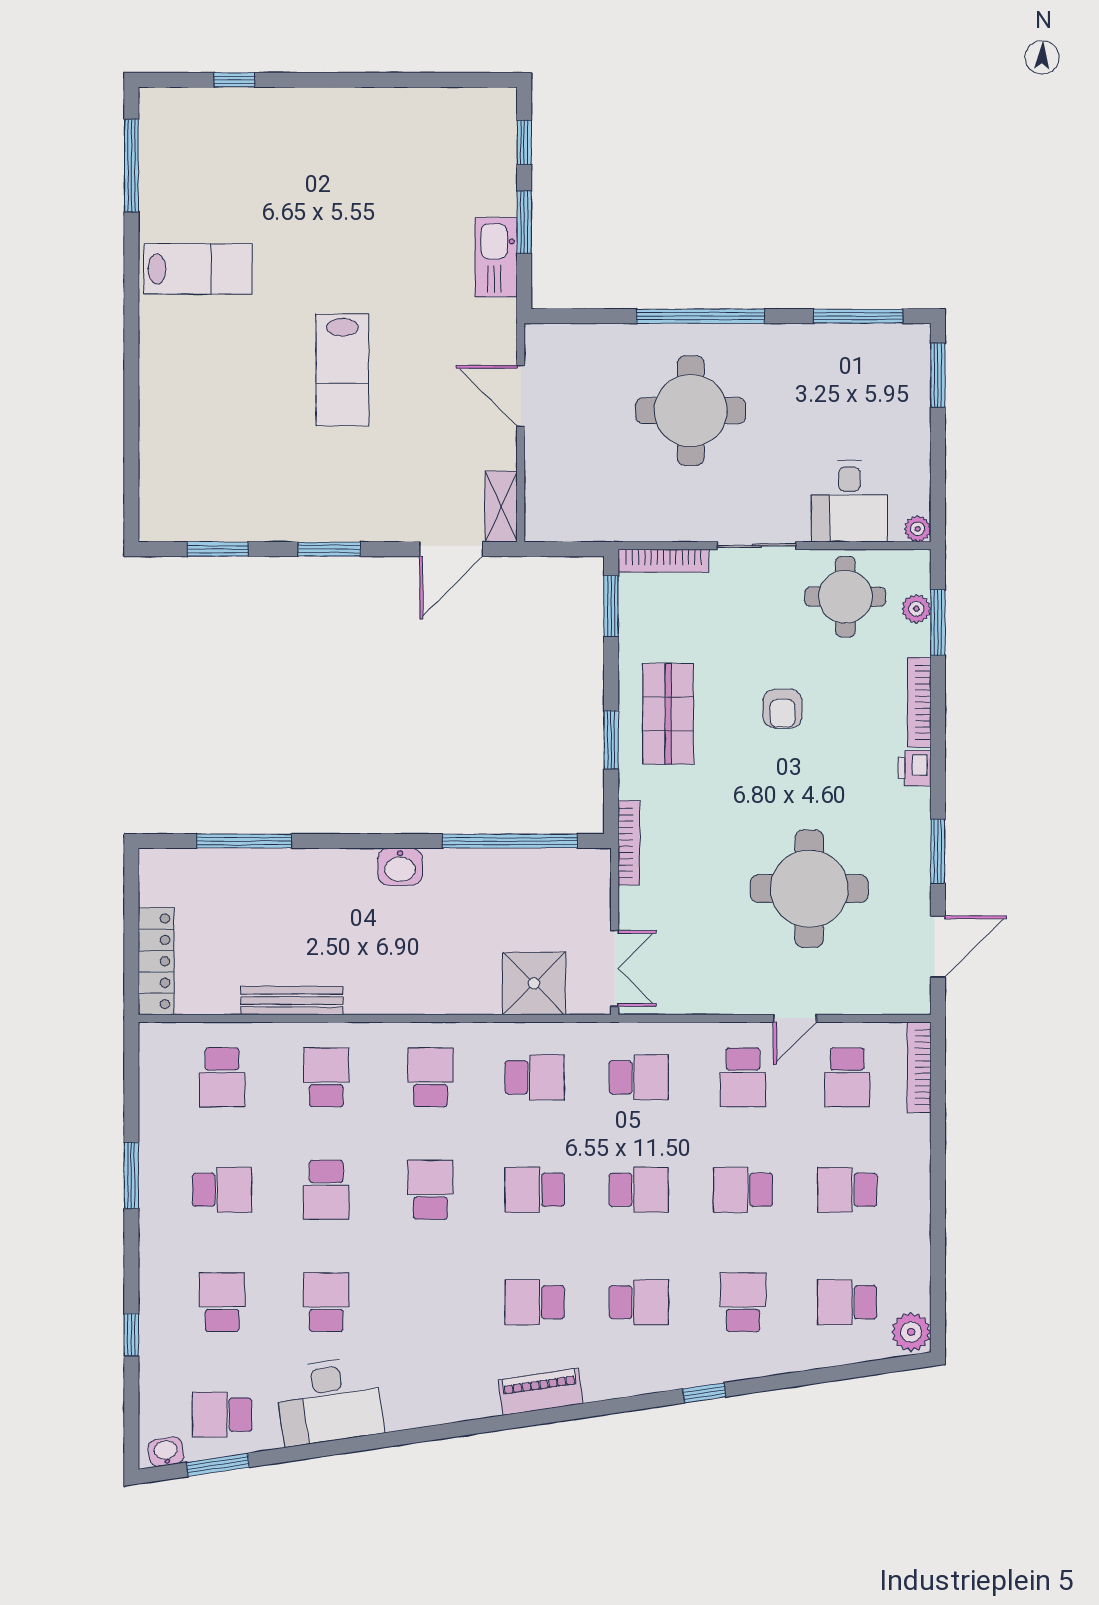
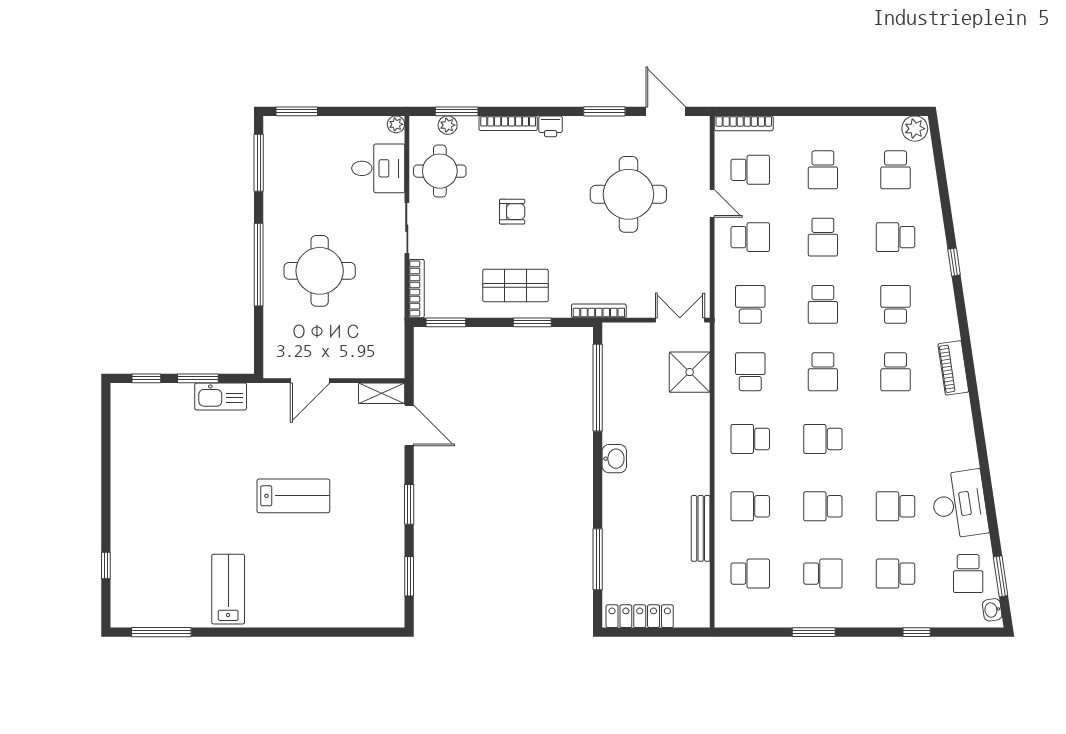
locker: (156, 961) -> (640, 616), moved
school desk: (222, 1190) -> (823, 574), turned 90
school desk: (326, 1190) -> (823, 506), turned 180
school desk: (639, 1190) -> (823, 304), turned 180

